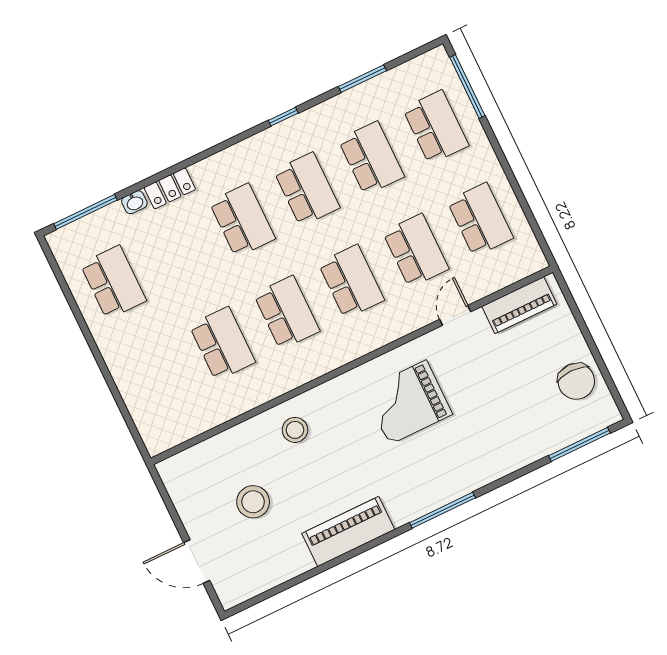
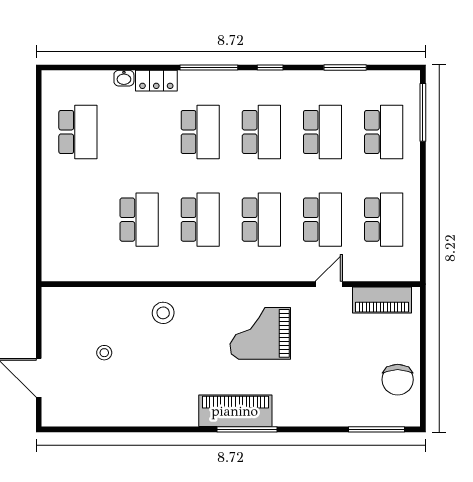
window: (85, 212) -> (209, 67), moved
stool: (253, 502) -> (104, 353), width x0.53, depth x0.53
piano: (348, 532) -> (235, 411), moved

